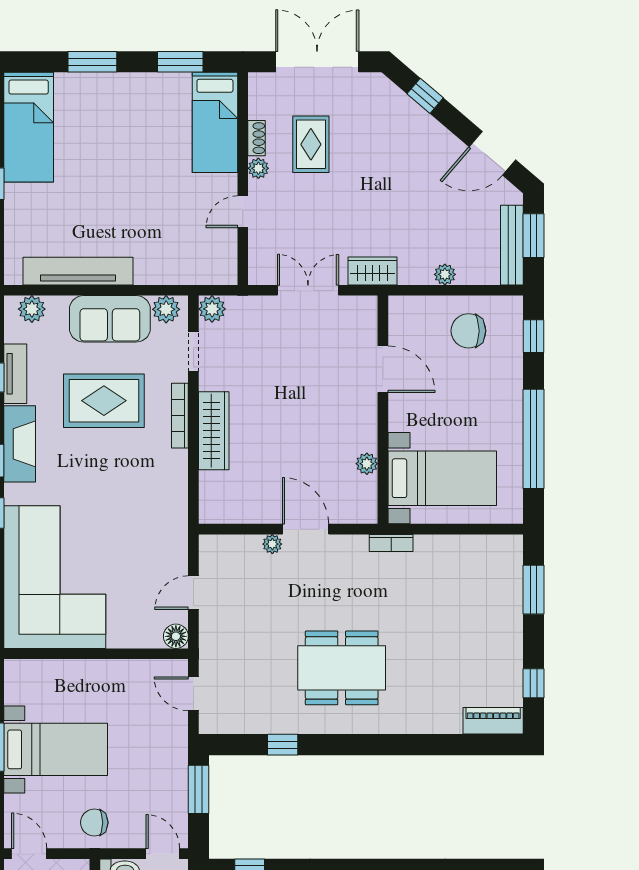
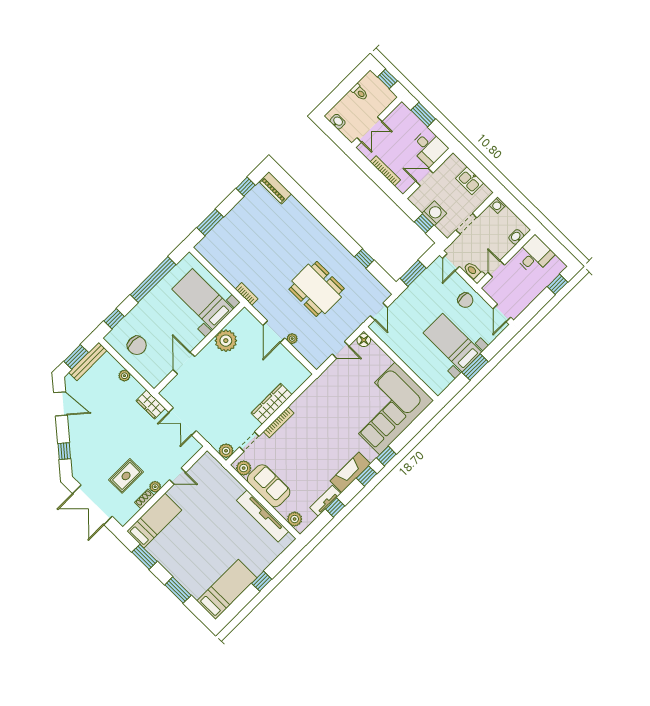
rug: (104, 401) -> (302, 457), removed
plant: (367, 464) -> (226, 341), width x1.88, depth x1.88
dining table: (342, 668) -> (317, 289), moved

